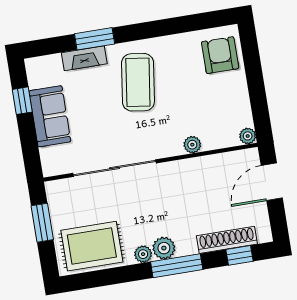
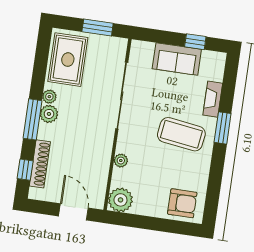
window: (95, 39) -> (223, 128), moved
plant: (248, 136) -> (120, 200), width x1.88, depth x1.88

